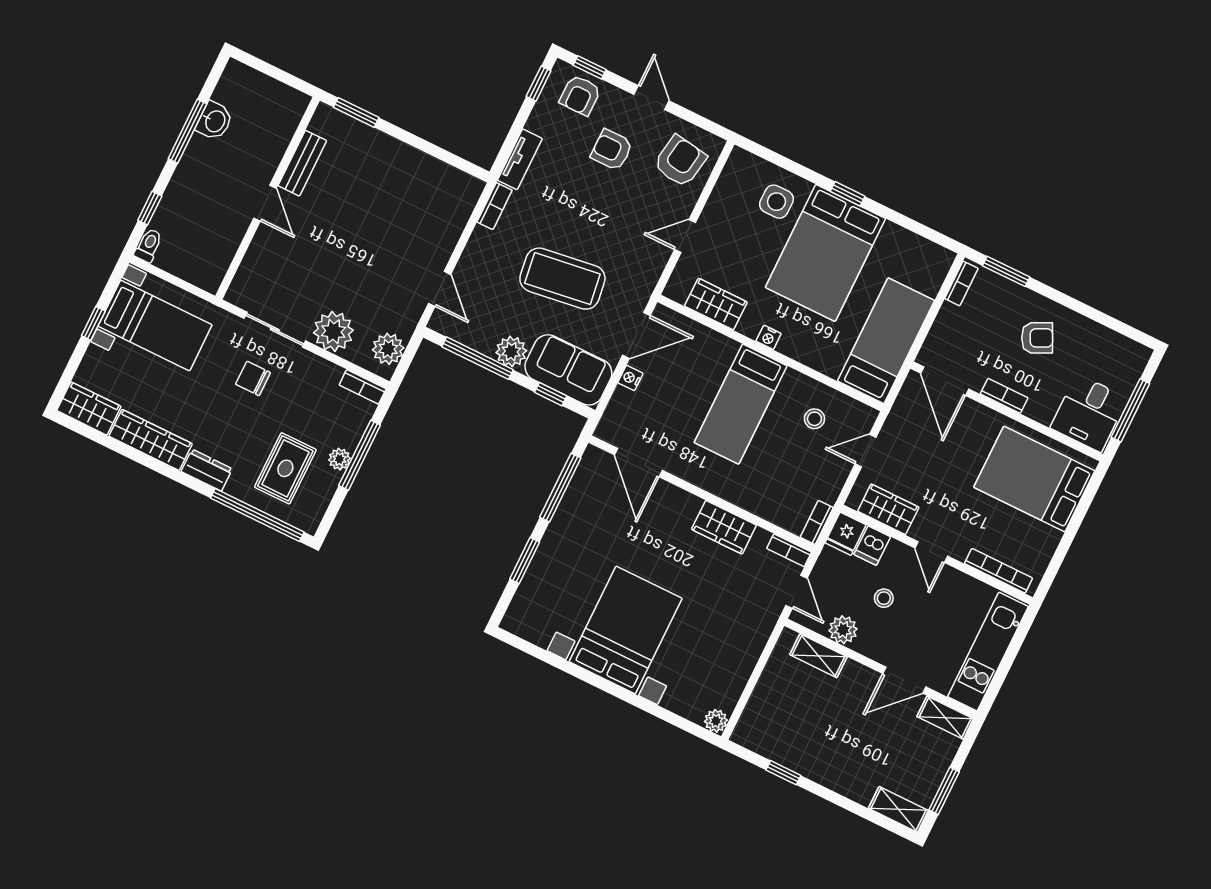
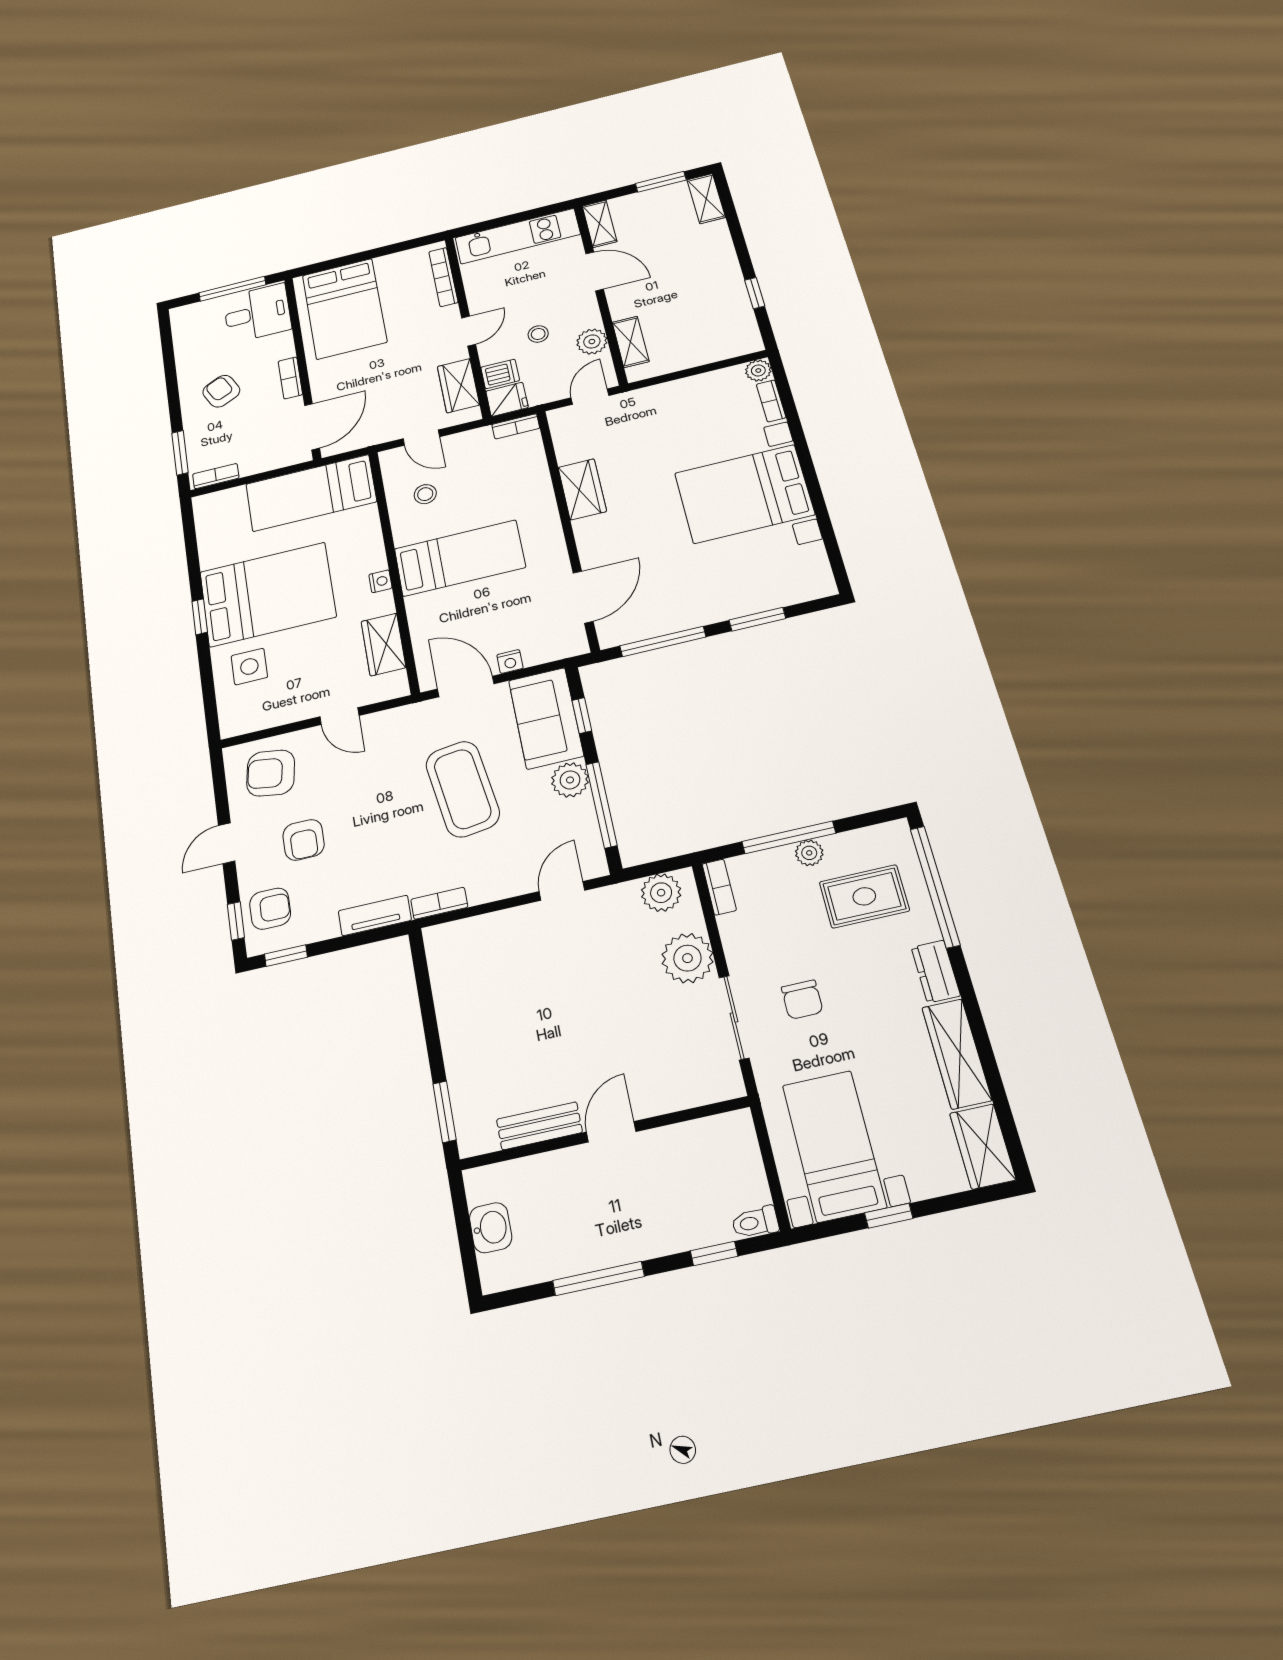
washbasin: (215, 121) -> (491, 1228), moved, turned 90
bookcase: (789, 550) -> (771, 401), moved, turned 180

